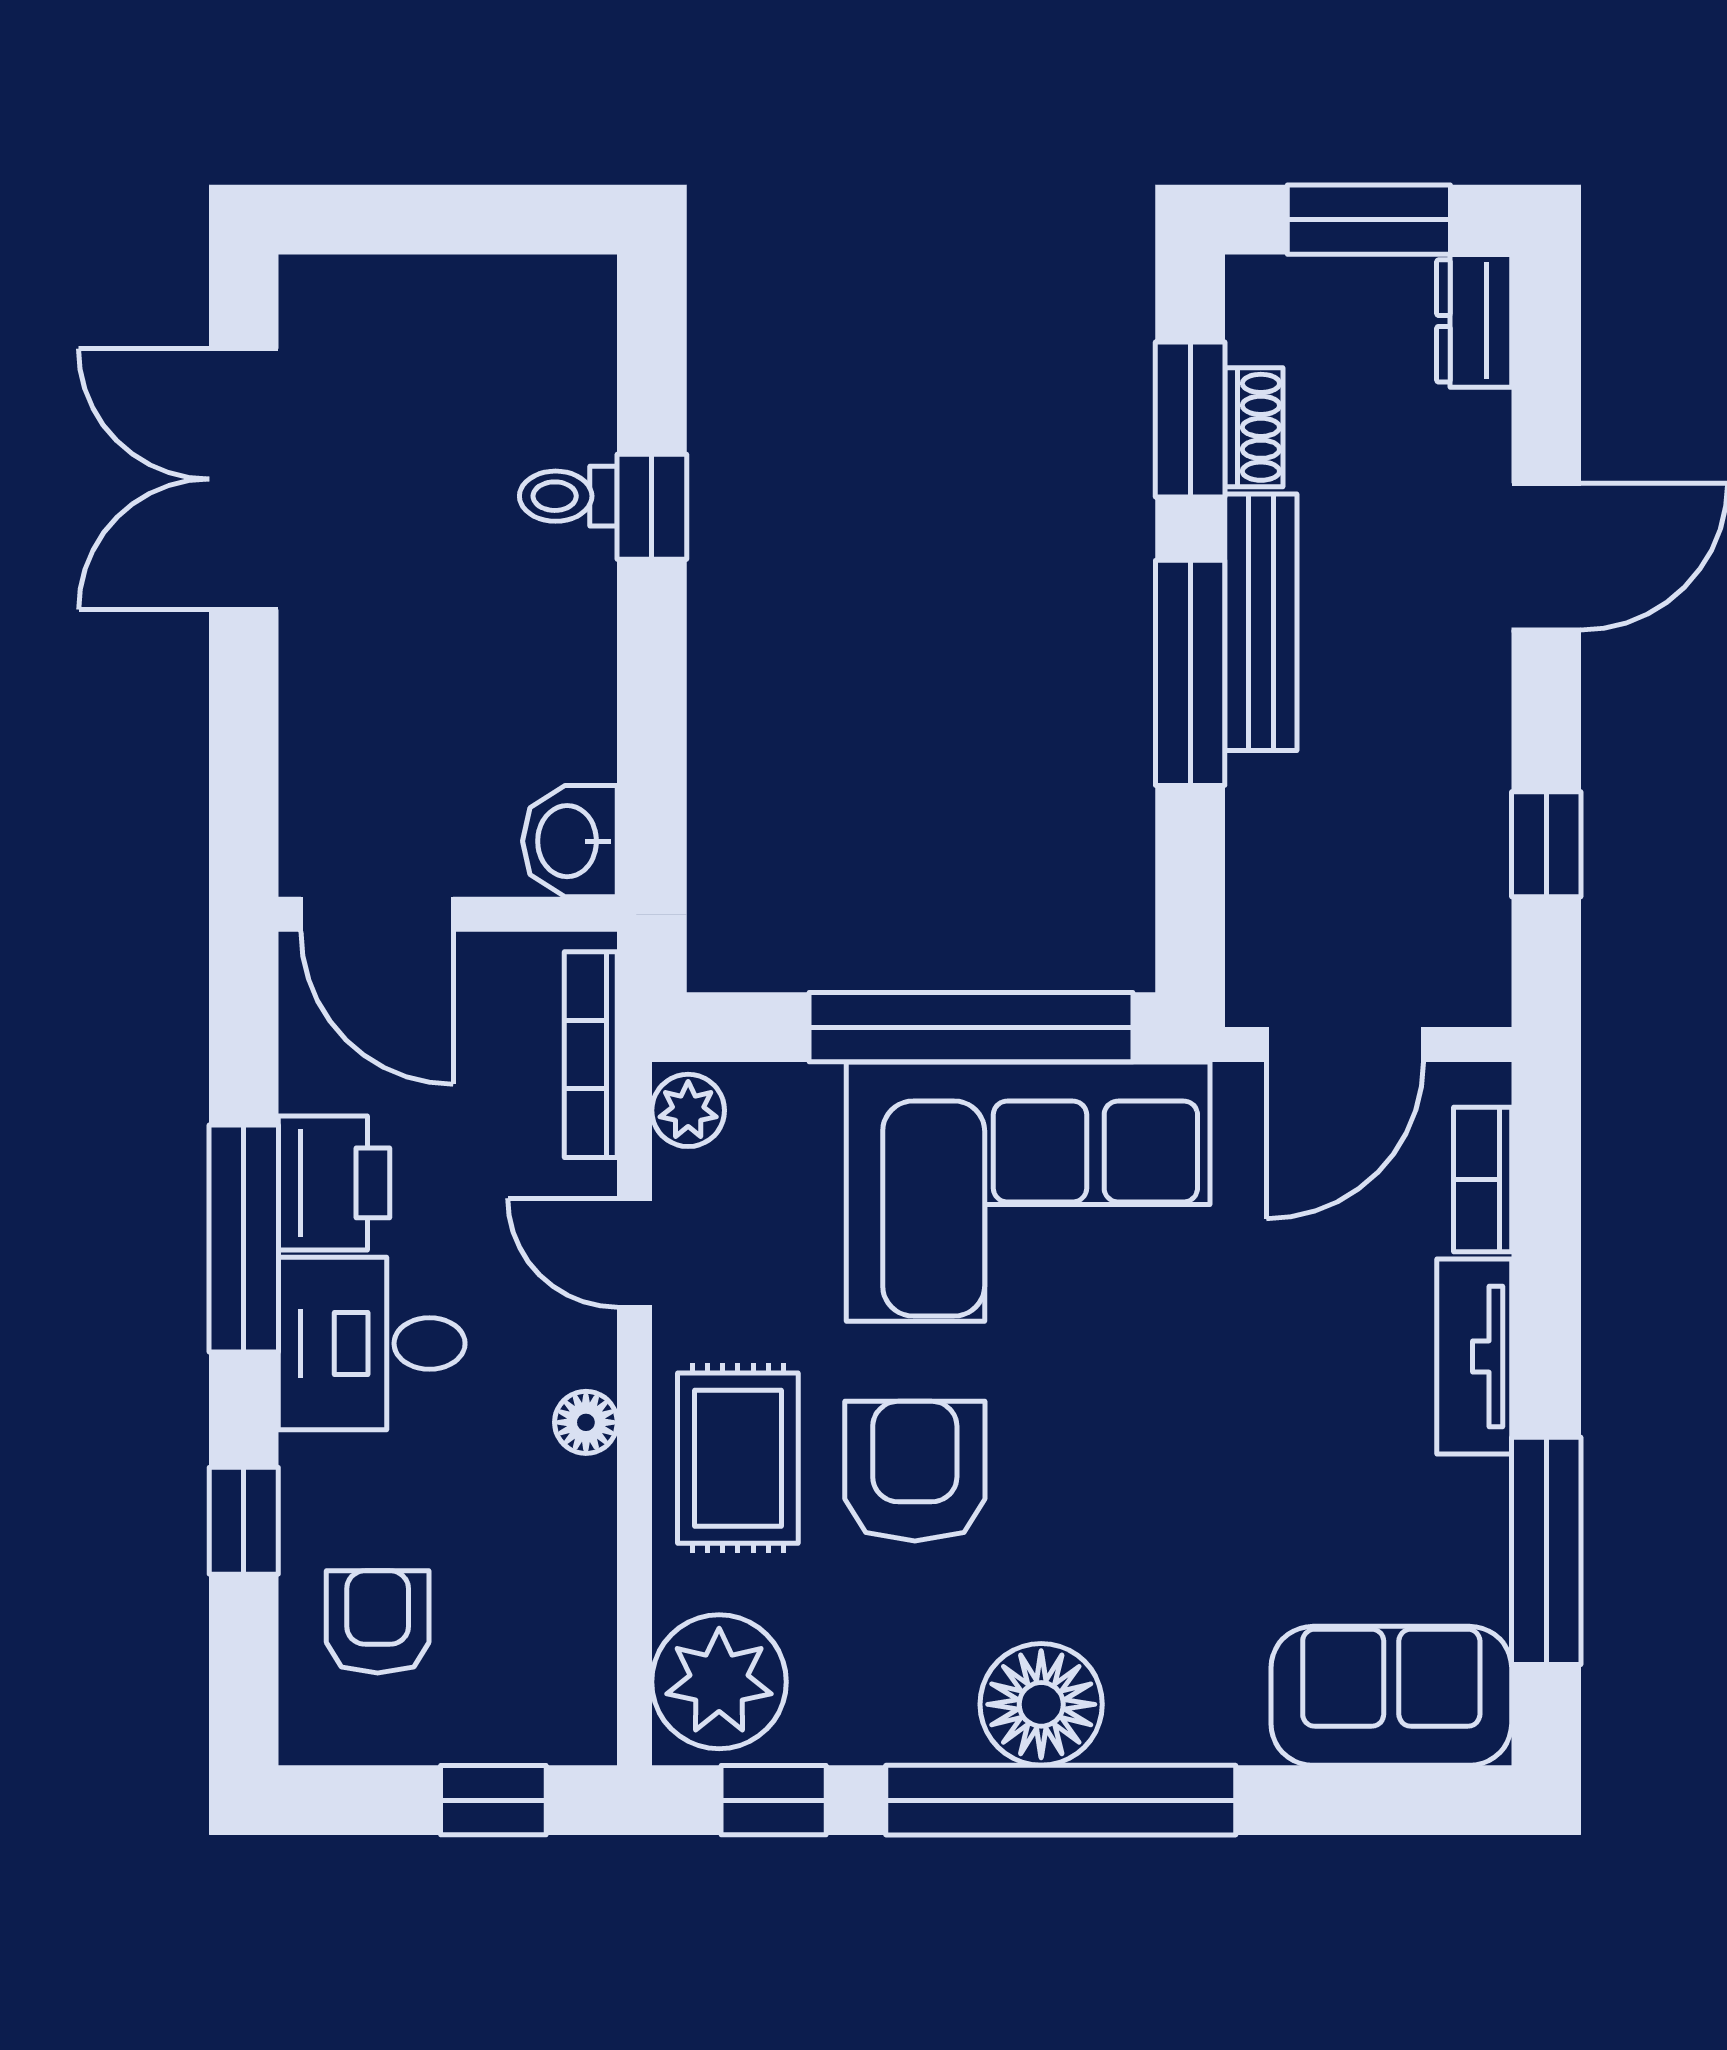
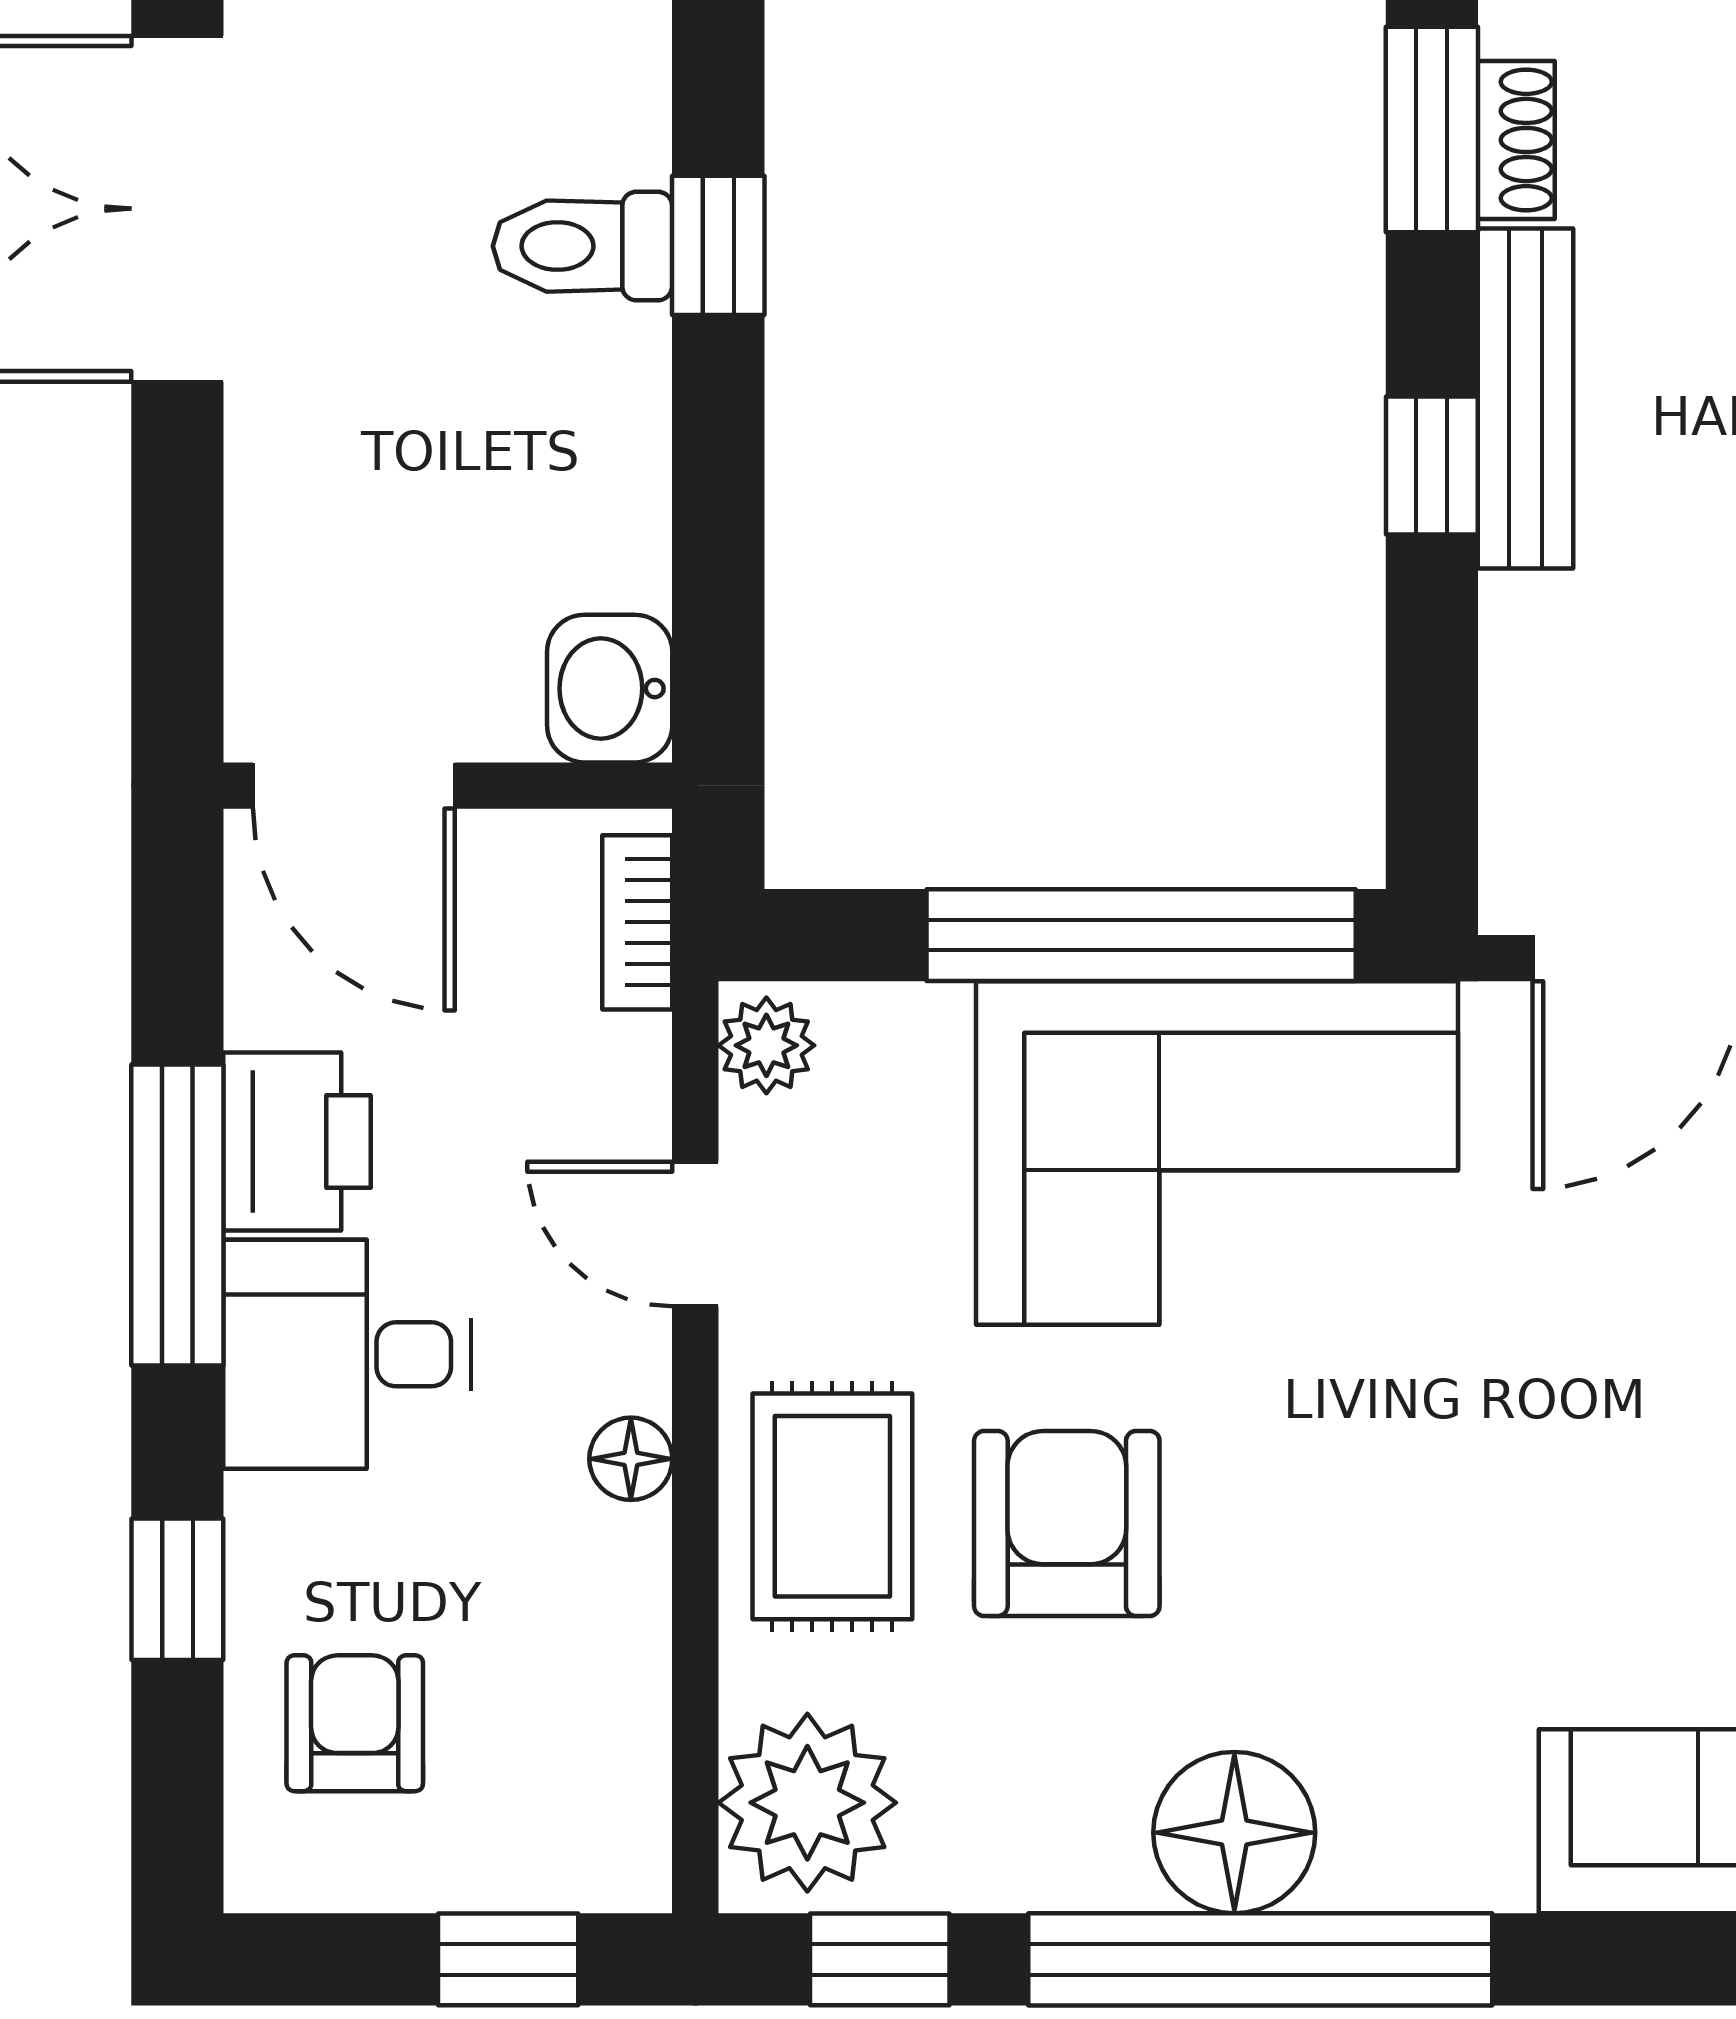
toilet: (568, 496) -> (583, 246), width x1.37, depth x1.39
window: (1190, 673) -> (1432, 465), width x0.46
bookcase: (591, 1055) -> (637, 922), width x0.64

